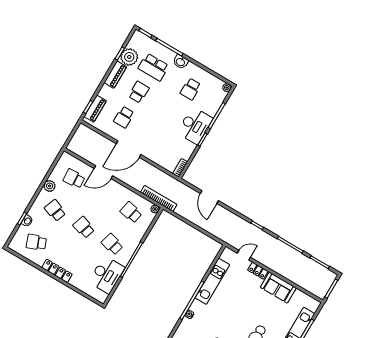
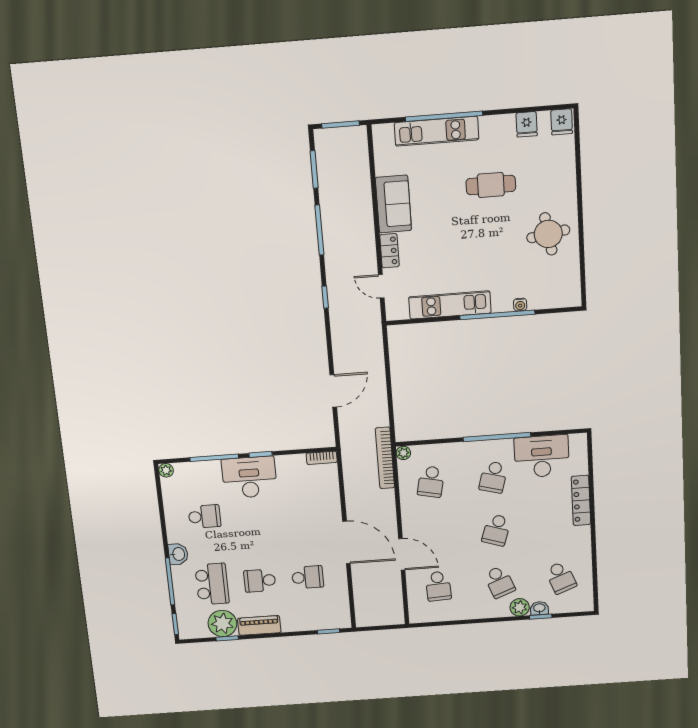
piano: (95, 109) -> (324, 621), removed
plant: (50, 186) -> (520, 607), moved
school desk: (55, 210) -> (499, 582), turned -42
locker: (57, 271) -> (581, 500), moved

